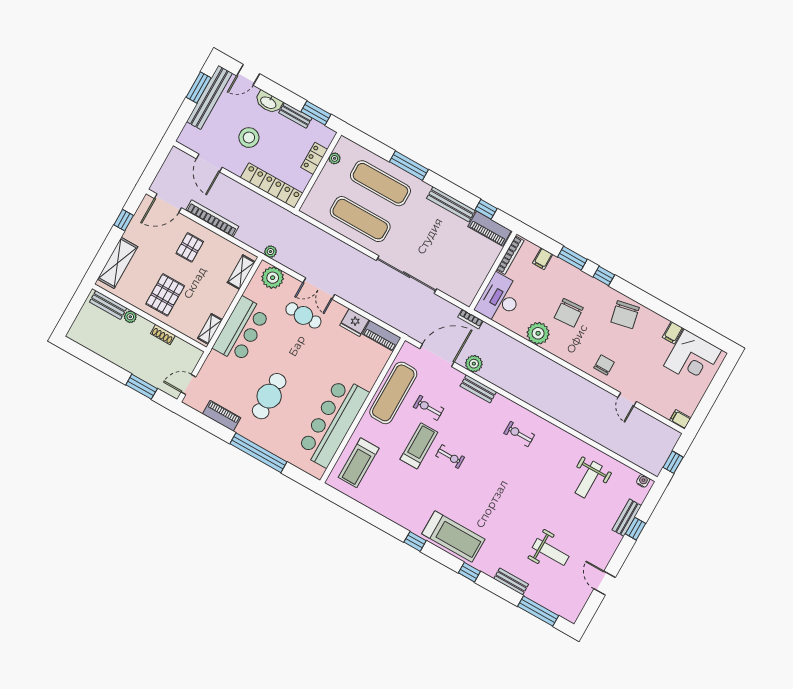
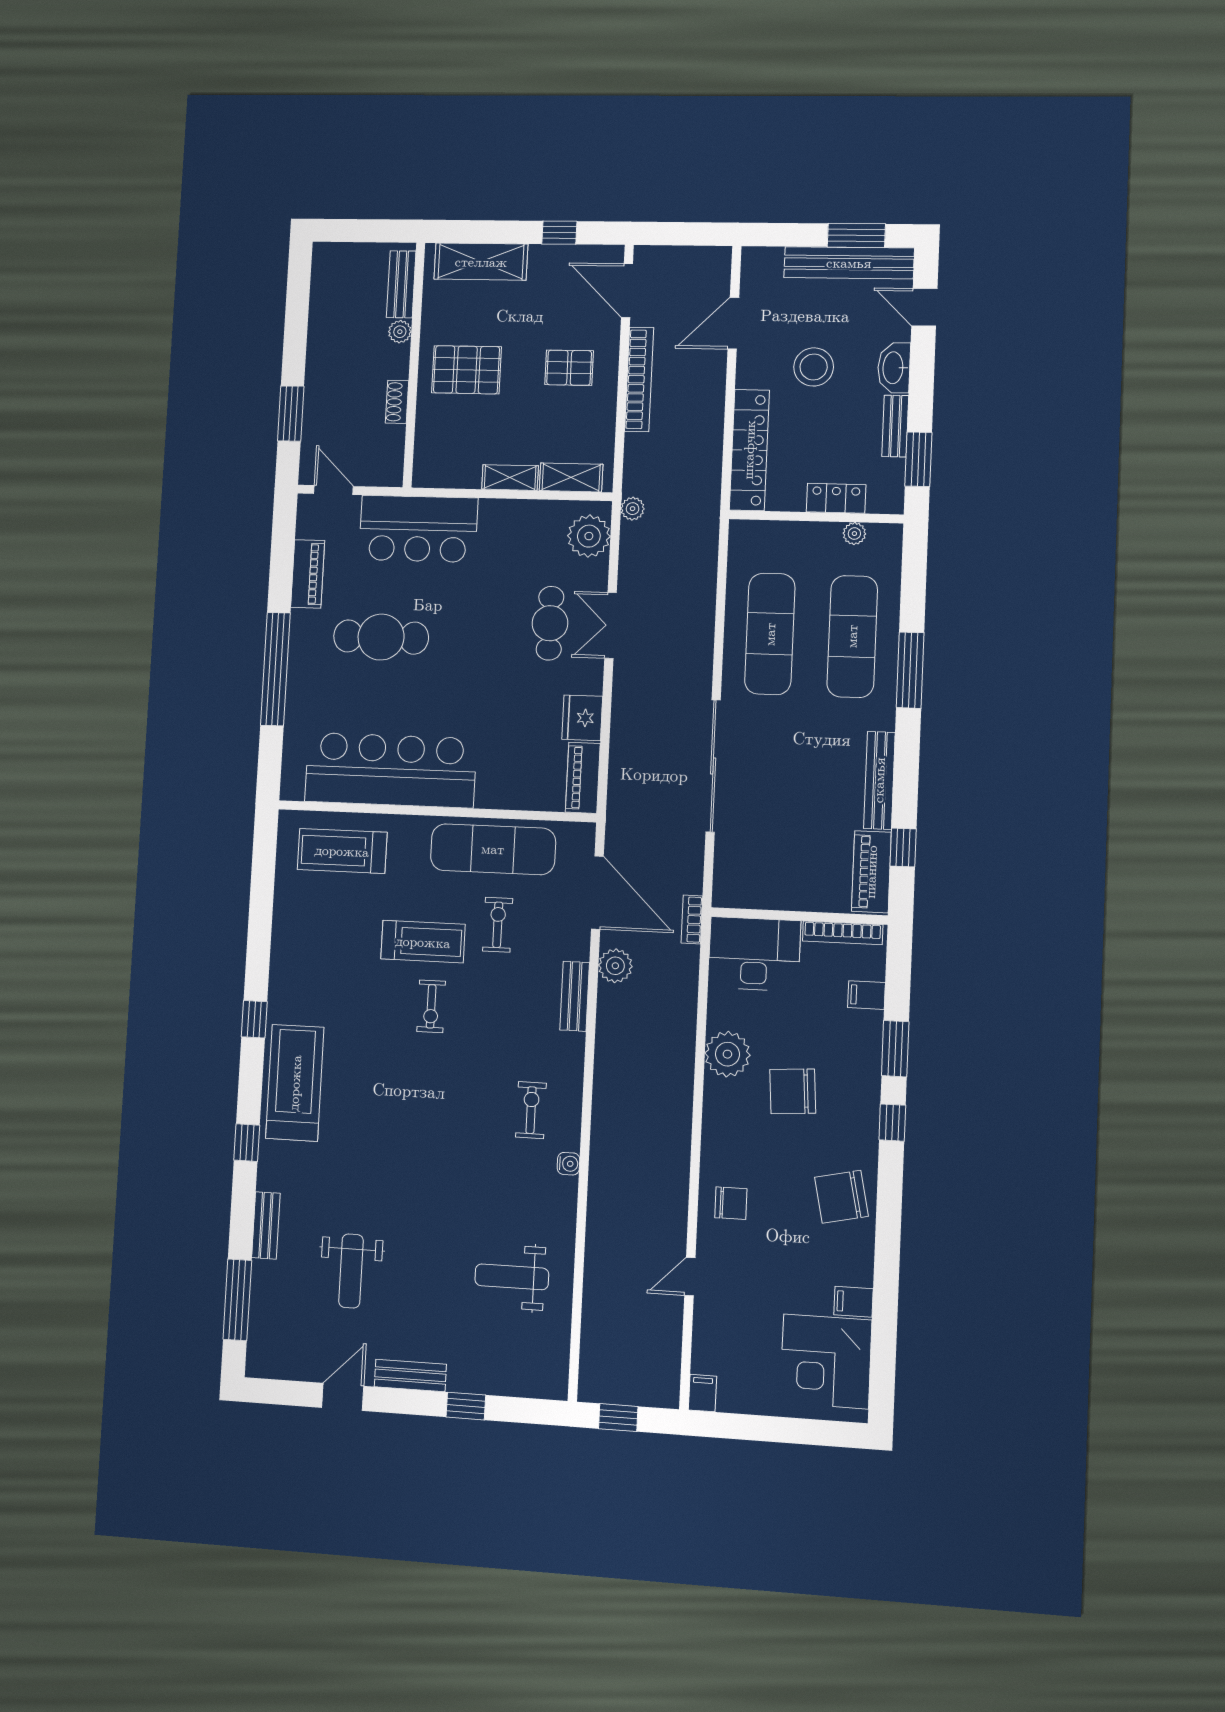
shelving: (210, 329) -> (510, 477), moved
bar counter: (241, 330) -> (418, 529), moved
water cooler: (643, 481) -> (568, 1164), moved
bench: (627, 518) -> (410, 1375), moved
treadmill: (453, 537) -> (295, 1083), turned 180

